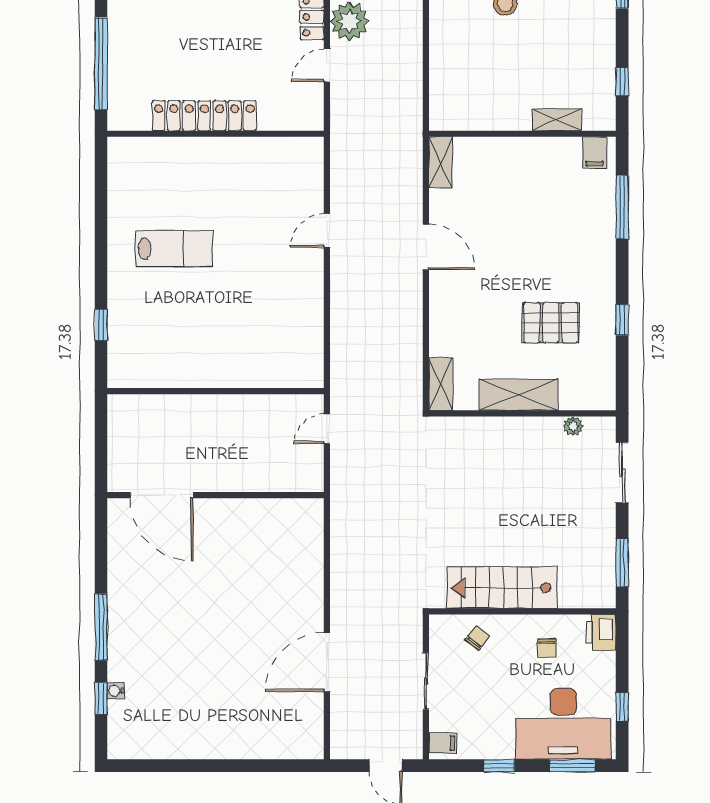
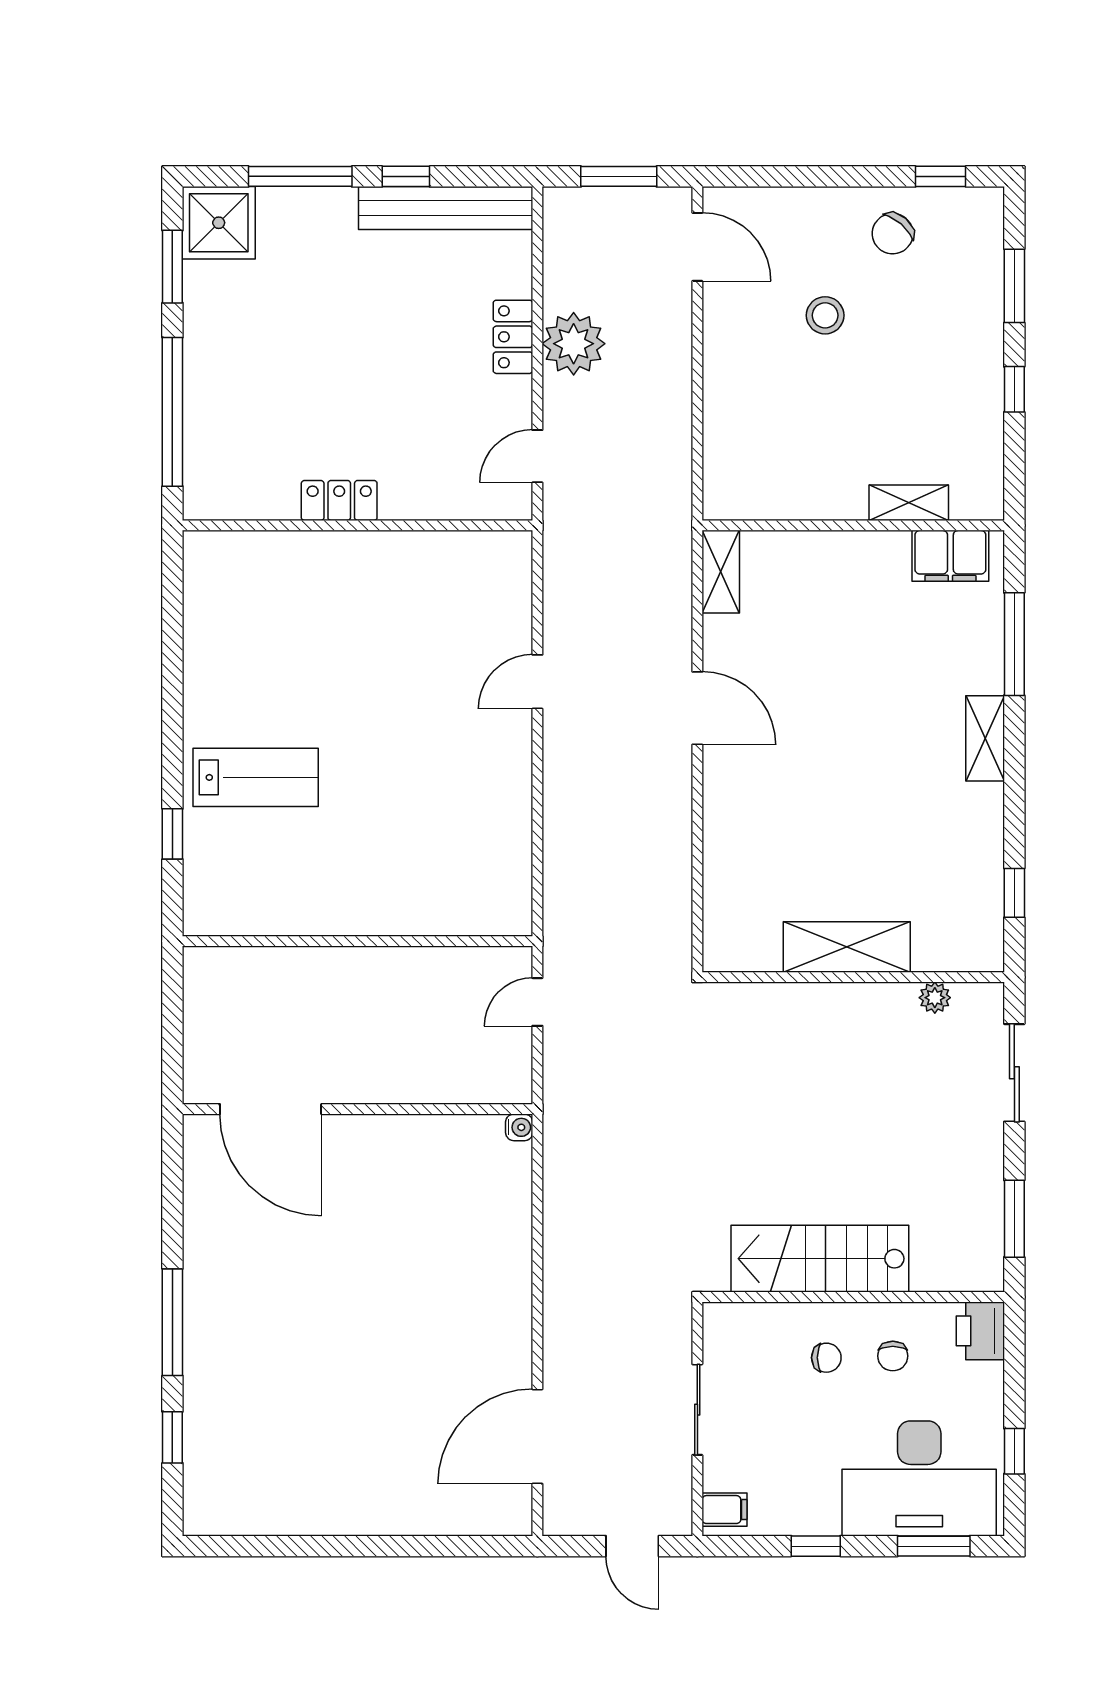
door: (327, 65) -> (537, 456), moved
window: (622, 82) -> (1014, 389), moved
locker: (204, 116) -> (339, 500), width x0.46, depth x0.83
filing cabinet: (594, 153) -> (950, 556), width x2.00
lab bench: (174, 249) -> (256, 777), moved
window: (622, 320) -> (1014, 893), moved
pallet: (551, 323) -> (899, 831), removed
shelving: (441, 384) -> (985, 738), moved
chair: (477, 638) -> (826, 1358), moved, turned 52
door: (327, 662) -> (537, 1436), moved
water cooler: (115, 691) -> (519, 1127), moved, turned 180

